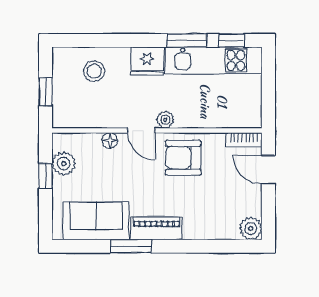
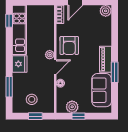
window: (187, 40) -> (9, 87), moved
stool: (94, 71) -> (32, 99), moved

